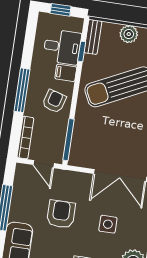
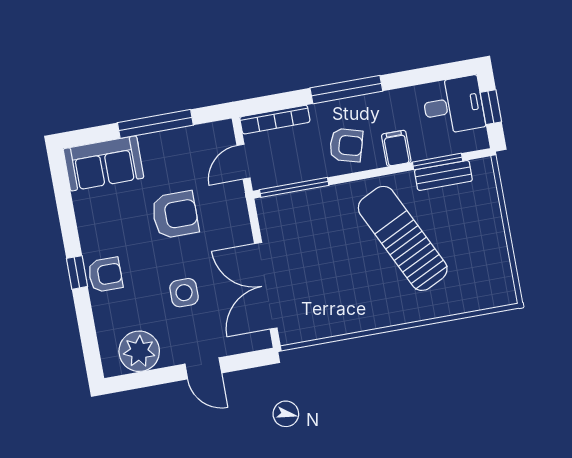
plant: (129, 34) -> (489, 225), removed
bench: (93, 37) -> (443, 175), moved
desk: (62, 47) -> (453, 105), moved, turned -90
window: (82, 51) -> (438, 162), width x1.50

